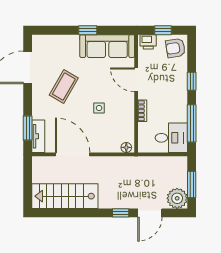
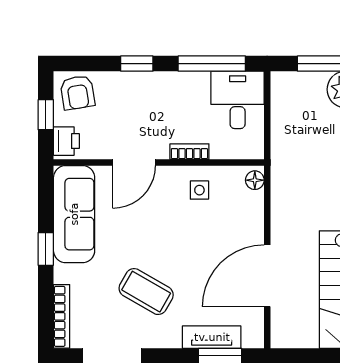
bookcase: (50, 39) -> (62, 316), added
side table: (99, 108) -> (199, 190), moved
tv unit: (38, 136) -> (212, 337), moved

